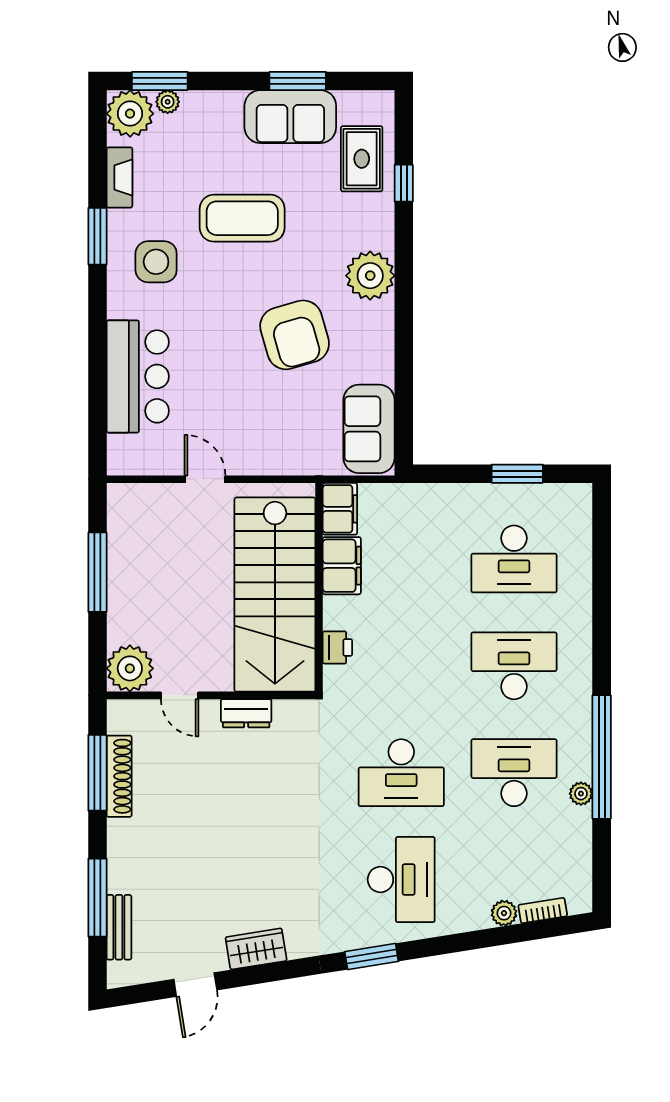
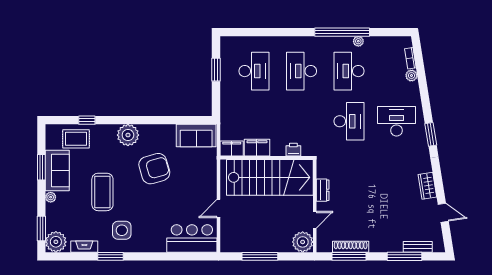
plant: (168, 102) -> (51, 197), moved
bar counter: (138, 376) -> (192, 238), moved

